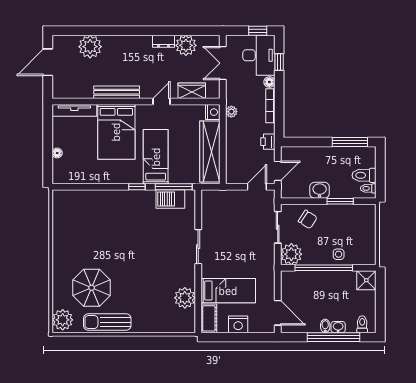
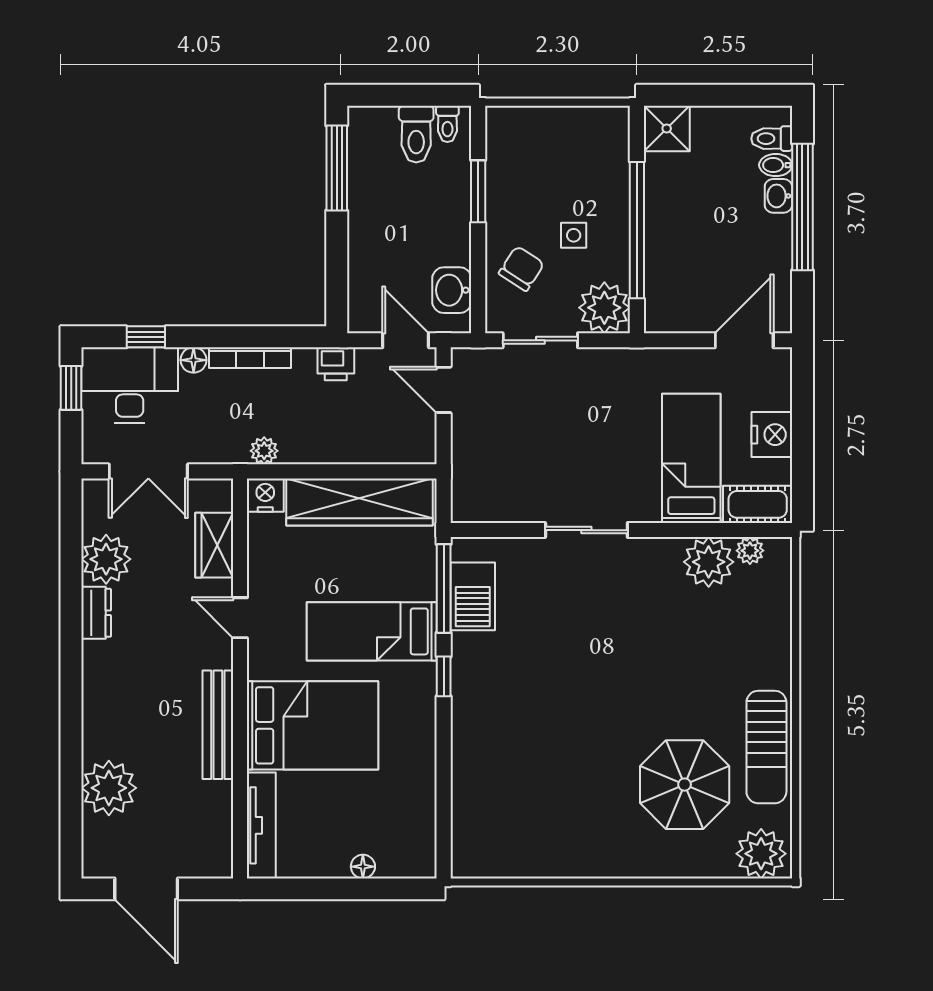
washbasin: (320, 190) -> (452, 290), moved
side table: (339, 254) -> (574, 235), moved
plant: (190, 315) -> (750, 551), added
bidet: (325, 326) -> (776, 165), moved

